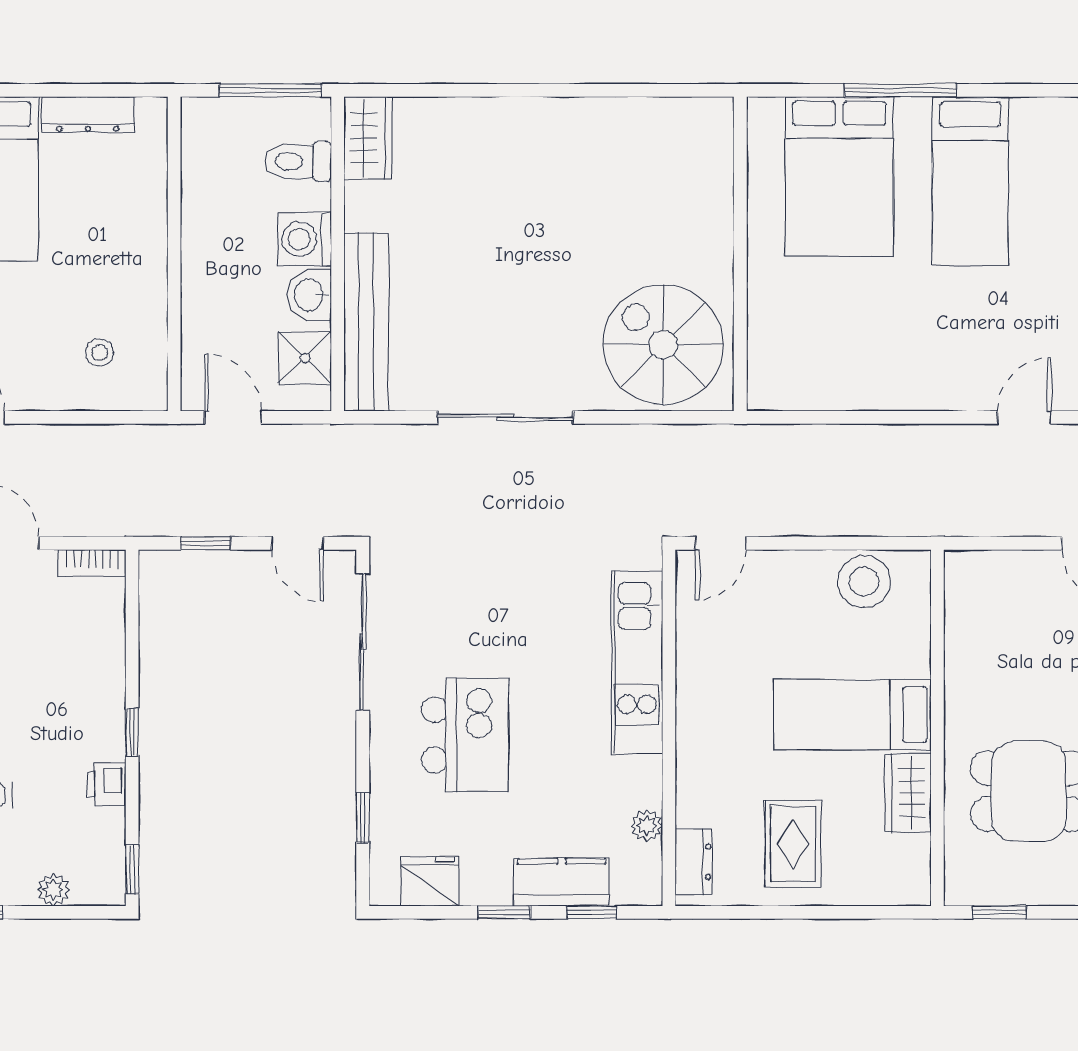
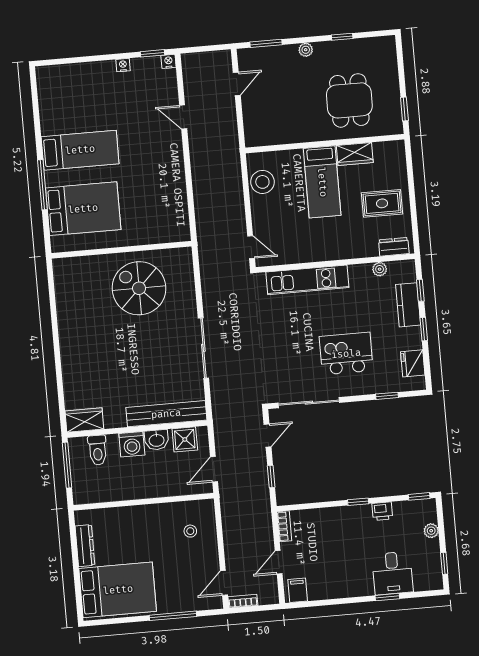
spiral stairs: (663, 345) -> (139, 288), moved, turned 90

